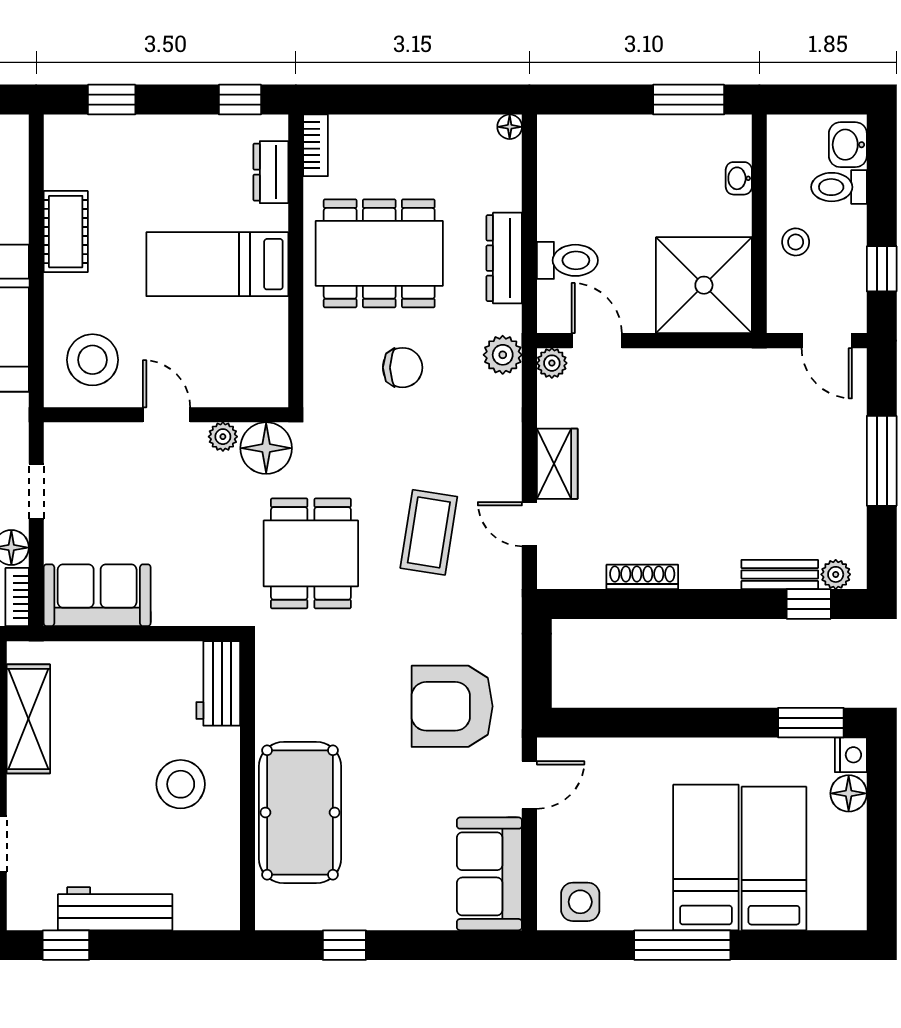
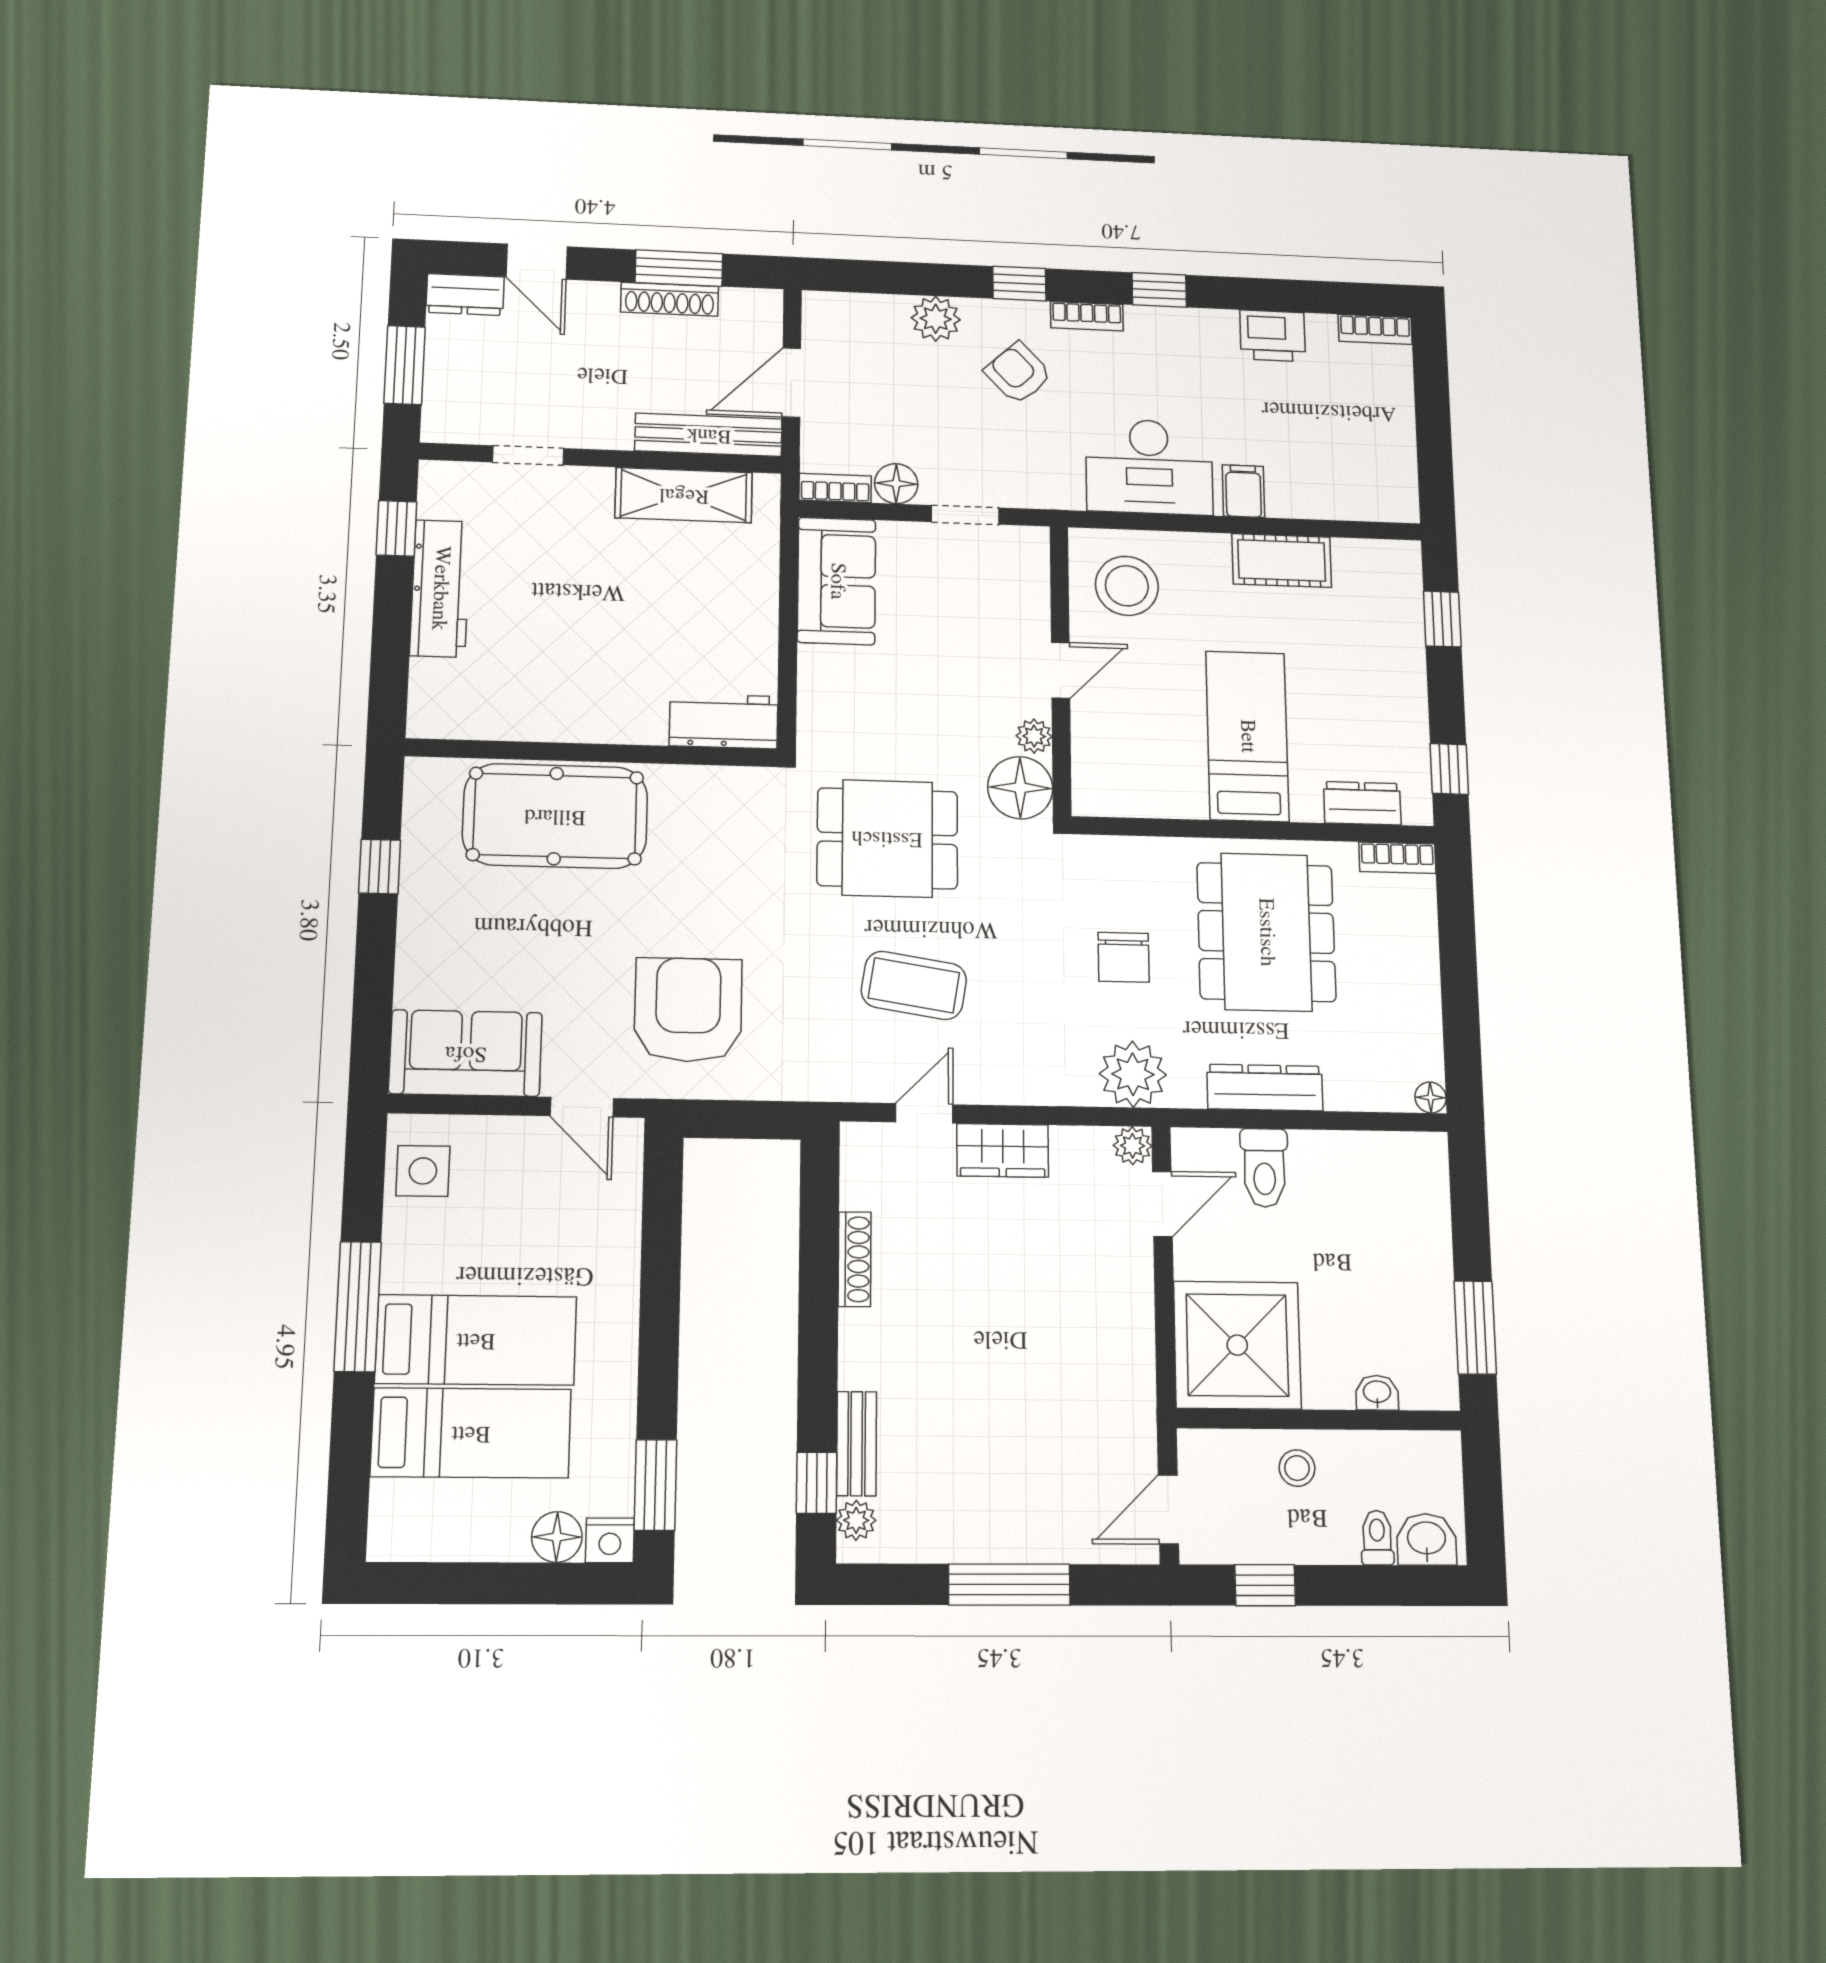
toilet: (839, 187) -> (1377, 1538), width x0.73, depth x0.72
plant: (503, 355) -> (1133, 1074), width x1.36, depth x1.36
stool: (181, 784) -> (596, 672), removed

